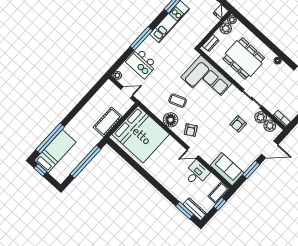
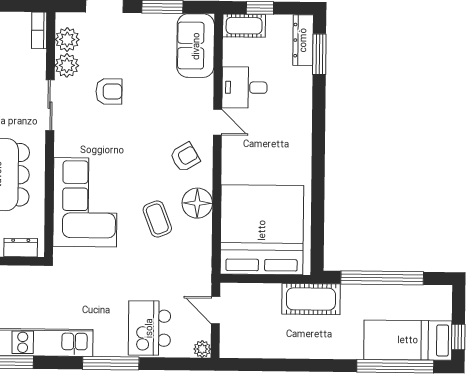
kitchen island: (141, 63) -> (149, 328), turned 180
cot: (108, 122) -> (311, 299), moved

